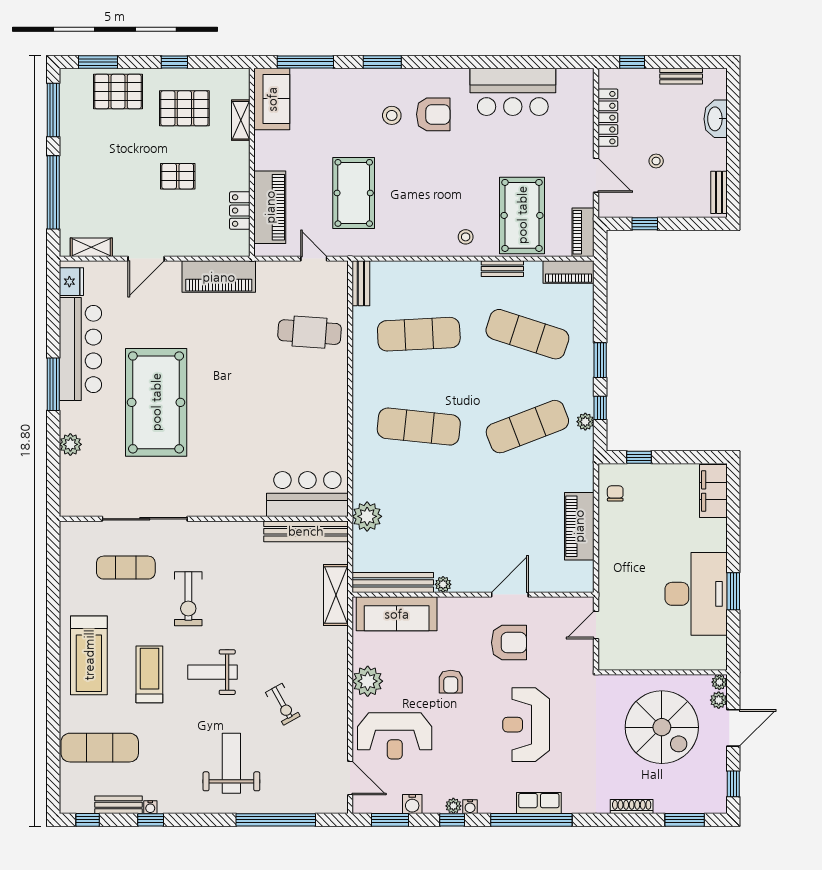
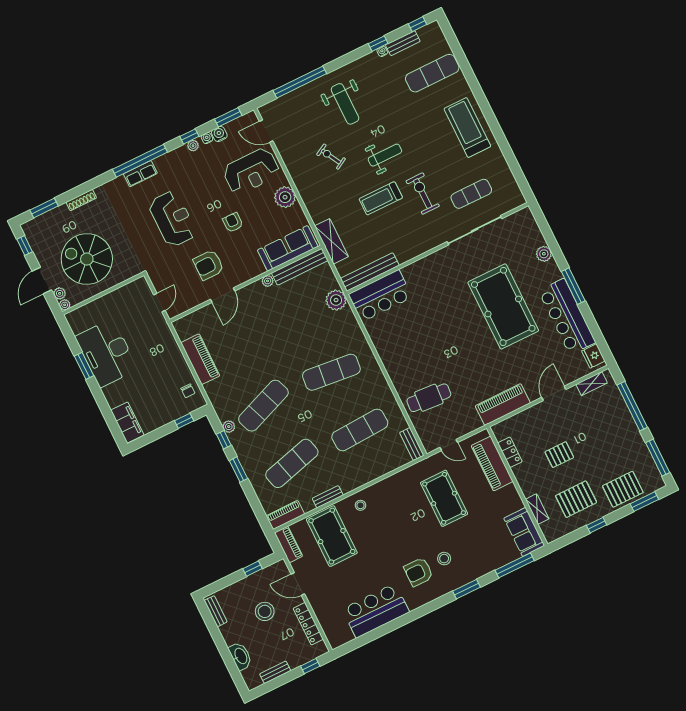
stool: (656, 161) -> (265, 611), width x1.89, depth x1.89
exercise mat: (527, 334) -> (292, 463), turned -33
treadmill: (149, 674) -> (381, 198), moved, turned 90
reception desk: (395, 736) -> (251, 171), turned 180
water cooler: (470, 807) -> (207, 138), moved

